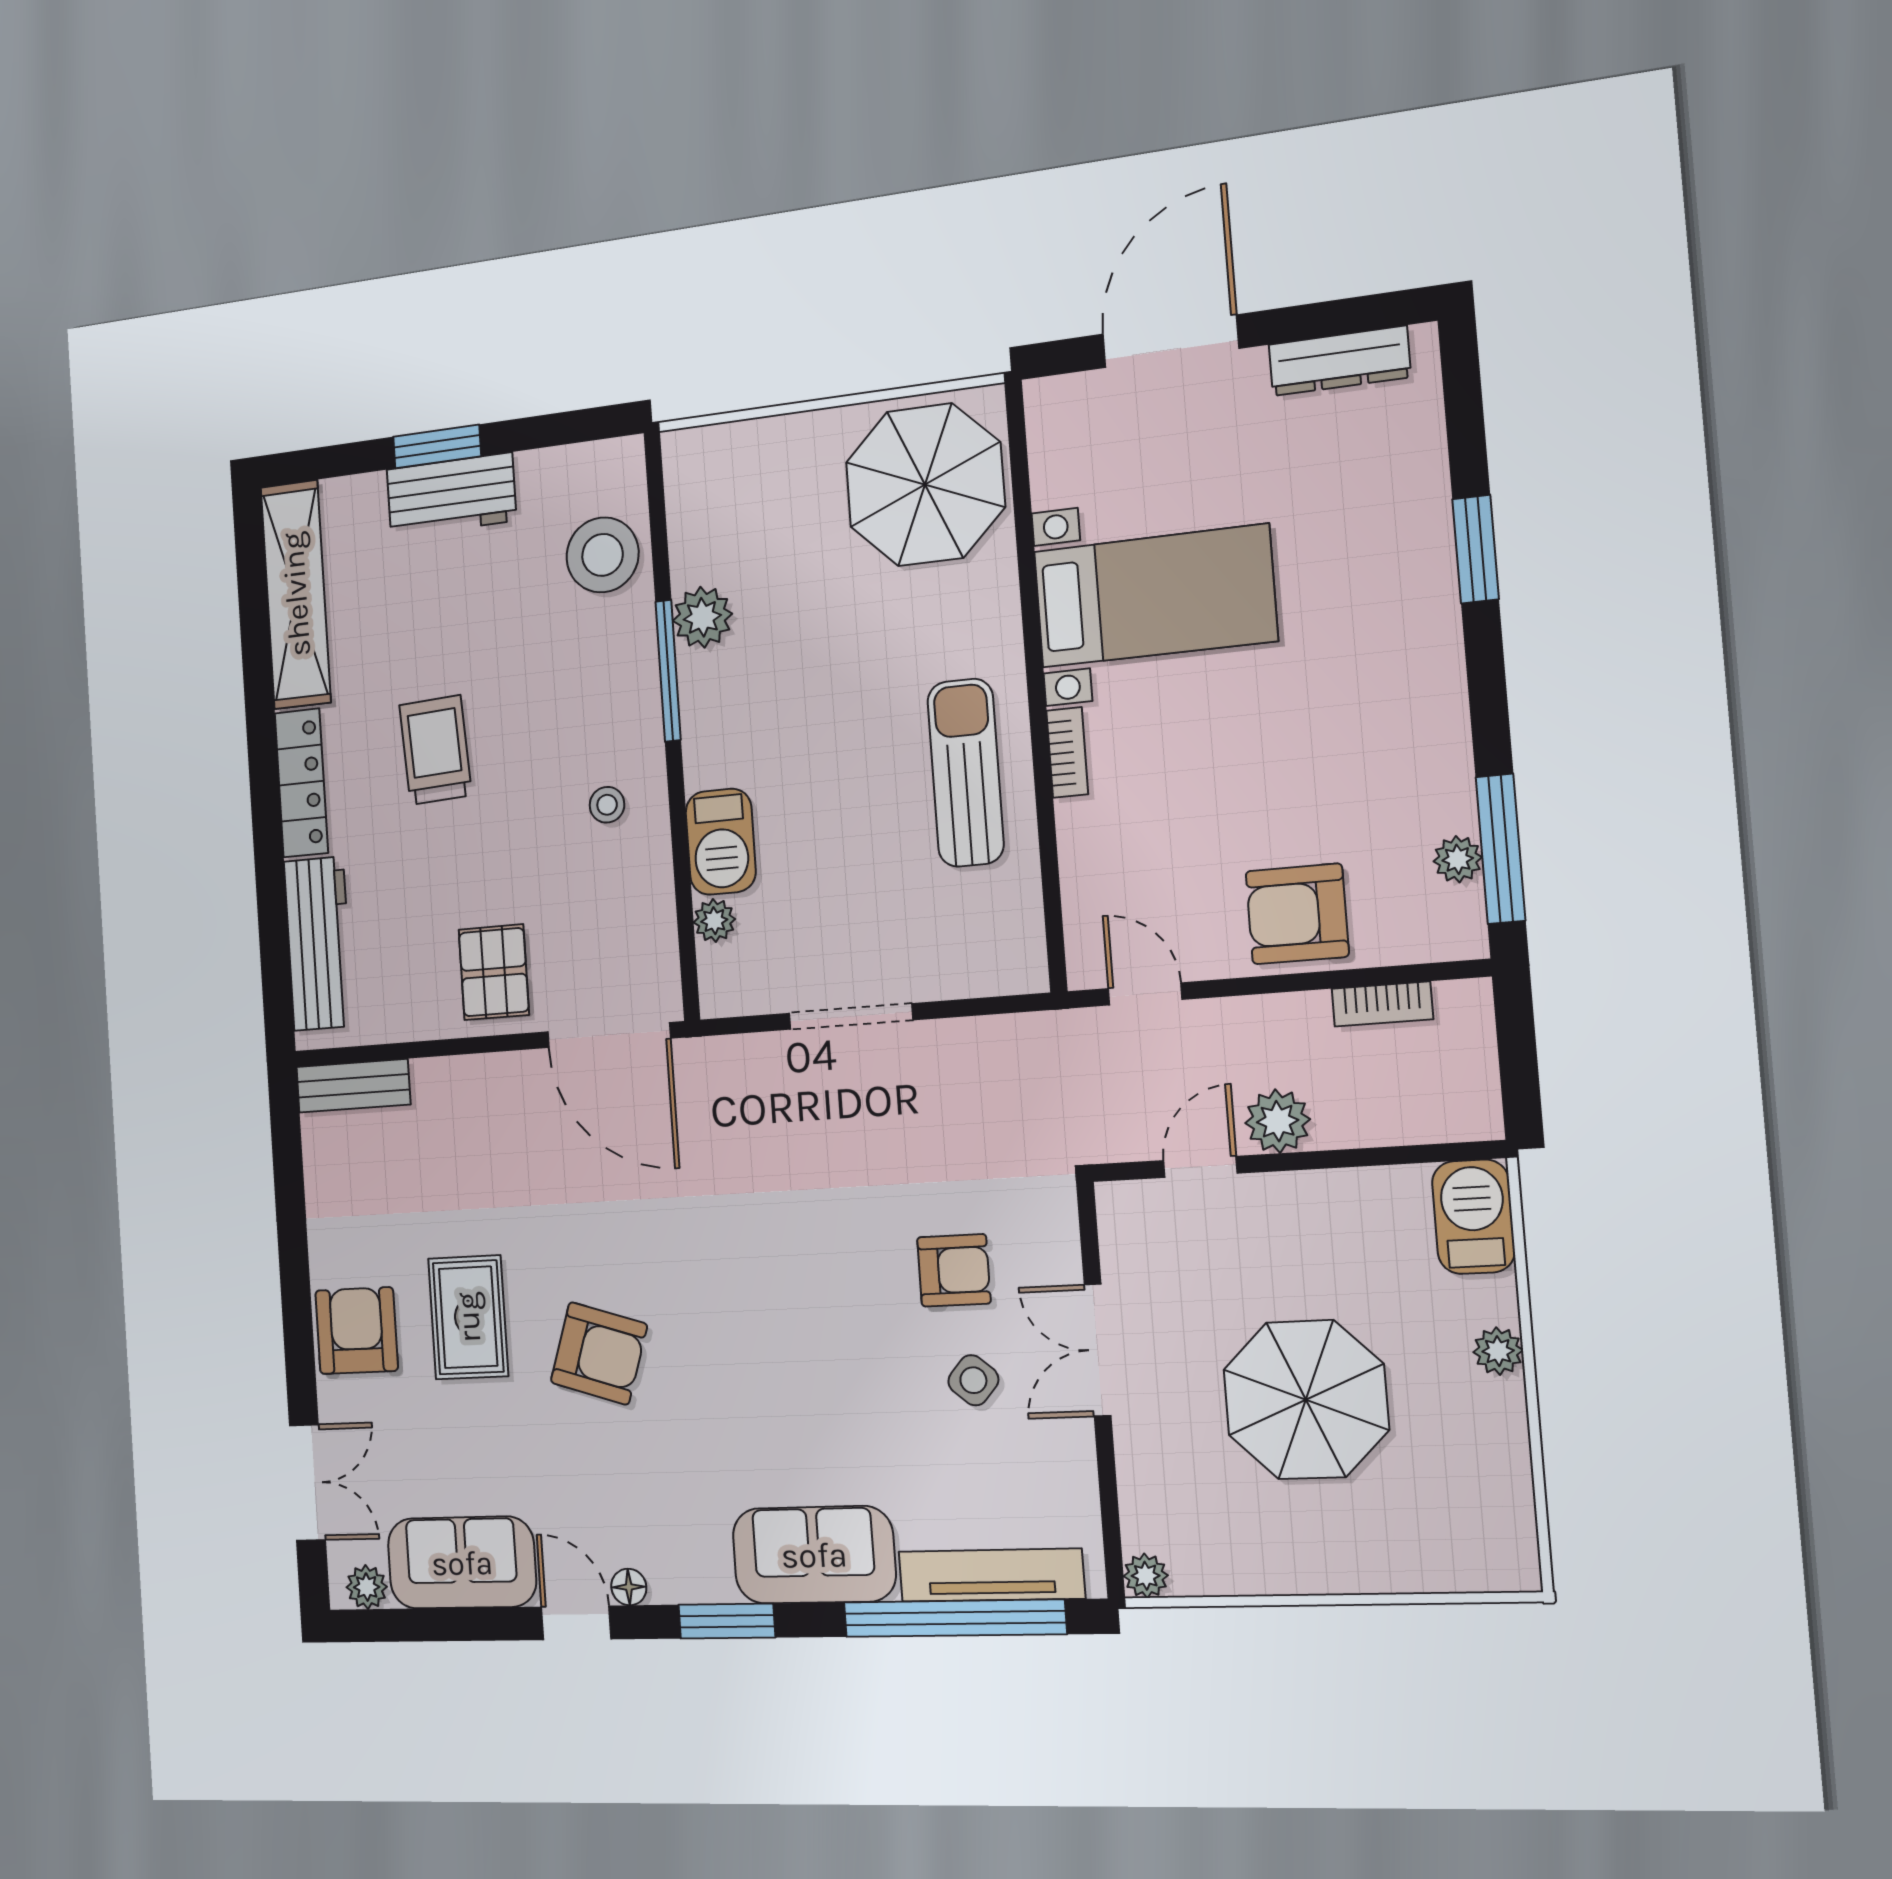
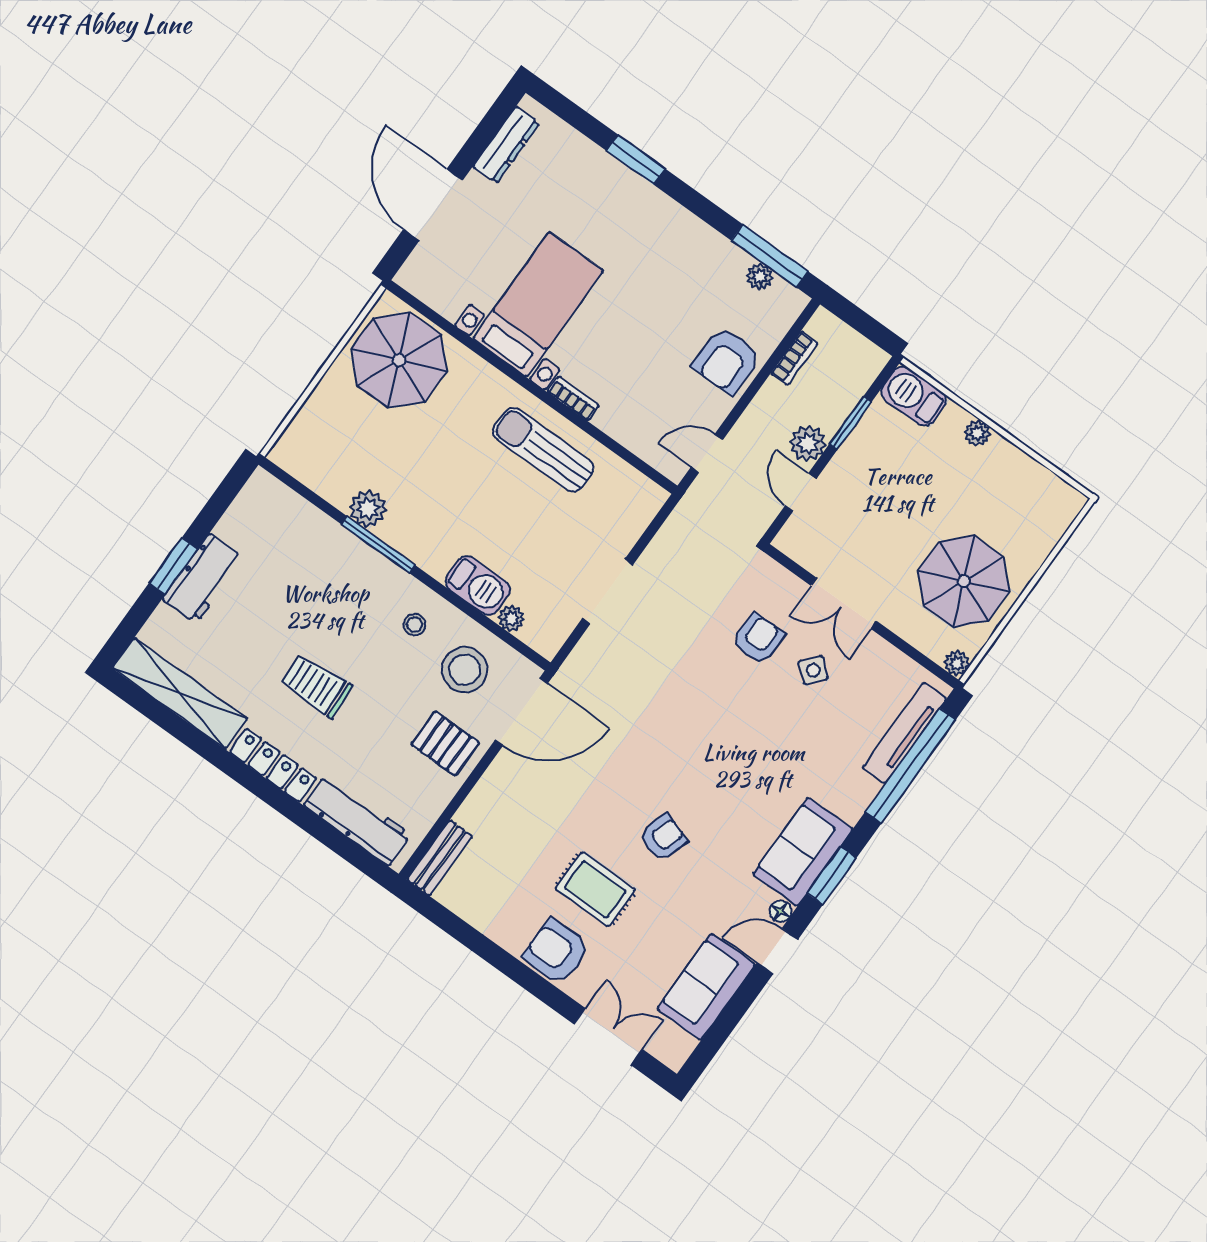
stool: (603, 555) -> (465, 670), moved
window: (1357, 1158) -> (850, 423), added
armchair: (599, 1353) -> (663, 838), width x0.72, depth x0.72
parasol: (1306, 1400) -> (964, 581), moved
sofa: (814, 1555) -> (803, 852), moved
plant: (367, 1587) -> (681, 1046), removed

